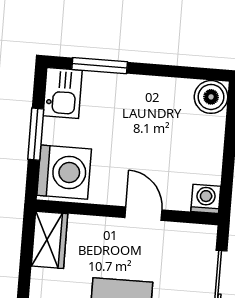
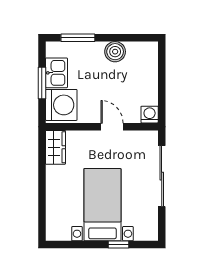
kitchen sink: (63, 93) -> (56, 73), moved
boiler: (211, 97) -> (115, 52), moved

